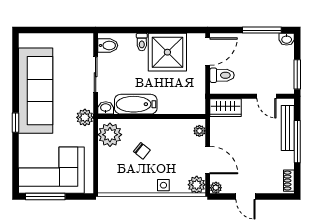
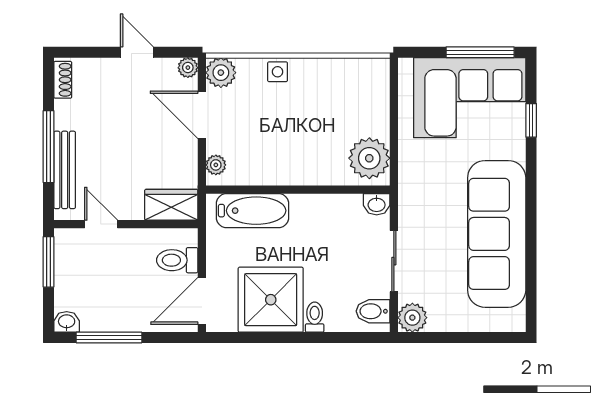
bathtub: (136, 104) -> (253, 211), moved
plant: (85, 117) -> (412, 318), moved
window: (15, 123) -> (531, 120), moved
chair: (142, 151) -> (315, 131), removed

